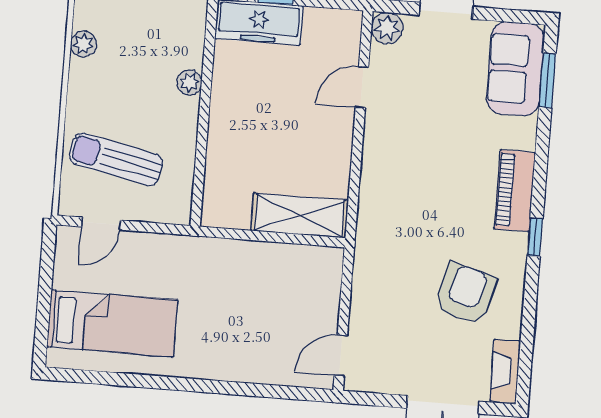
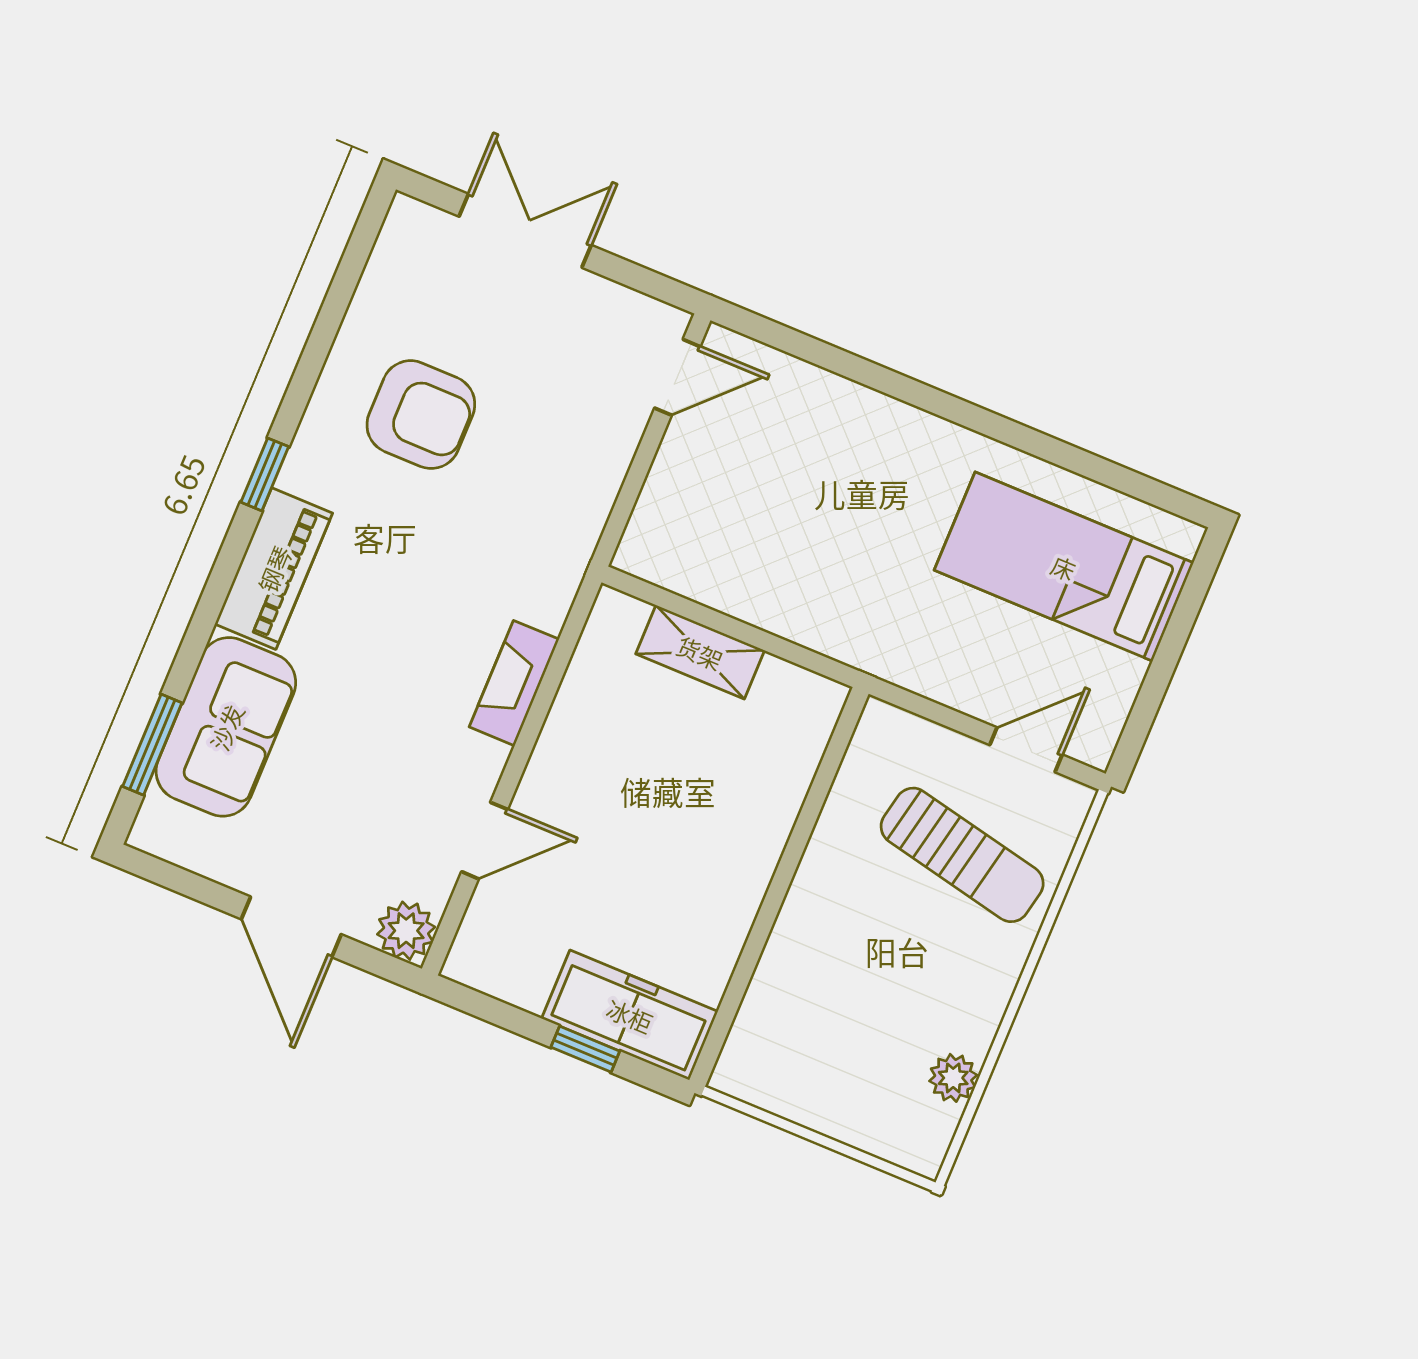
sofa: (515, 69) -> (226, 727), moved
plant: (189, 82) -> (788, 949), removed
shelving: (300, 216) -> (700, 652), width x0.67, depth x0.75
armchair: (465, 294) -> (421, 415), turned -105
fireplace: (505, 371) -> (514, 683), moved, turned 180

